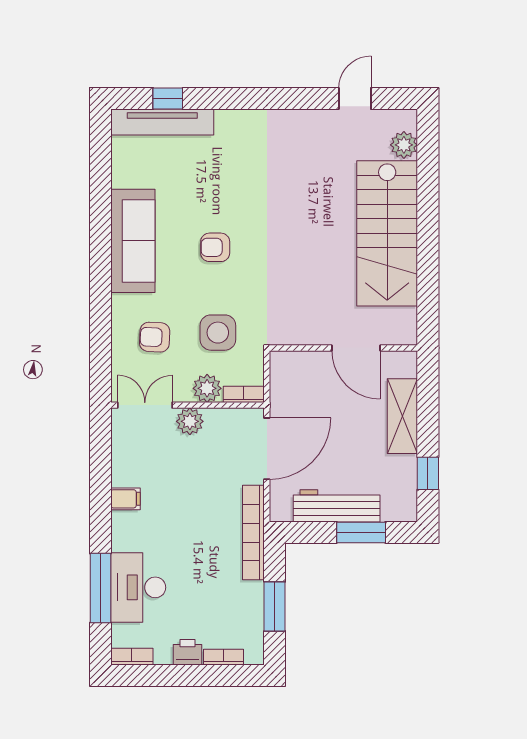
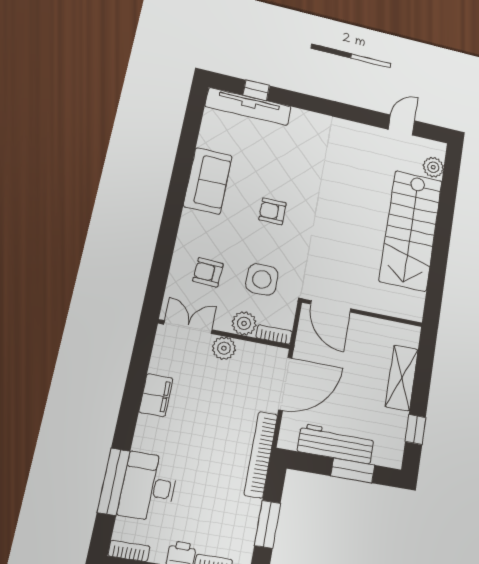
sofa: (133, 241) -> (208, 181), width x0.73
door: (356, 348) -> (331, 306), moved
filing cabinet: (126, 499) -> (156, 395), width x2.00

